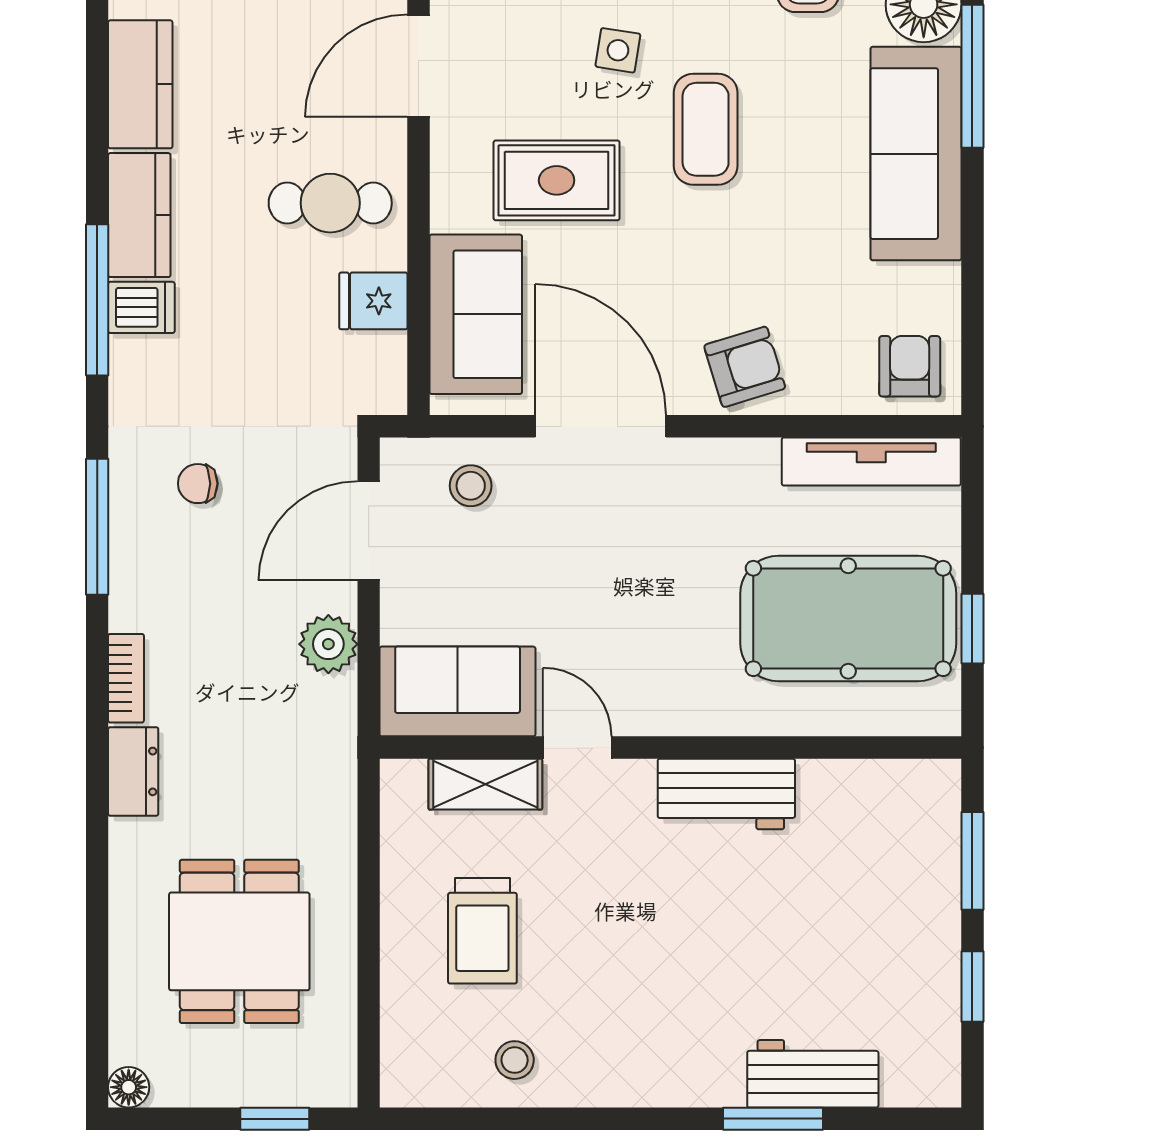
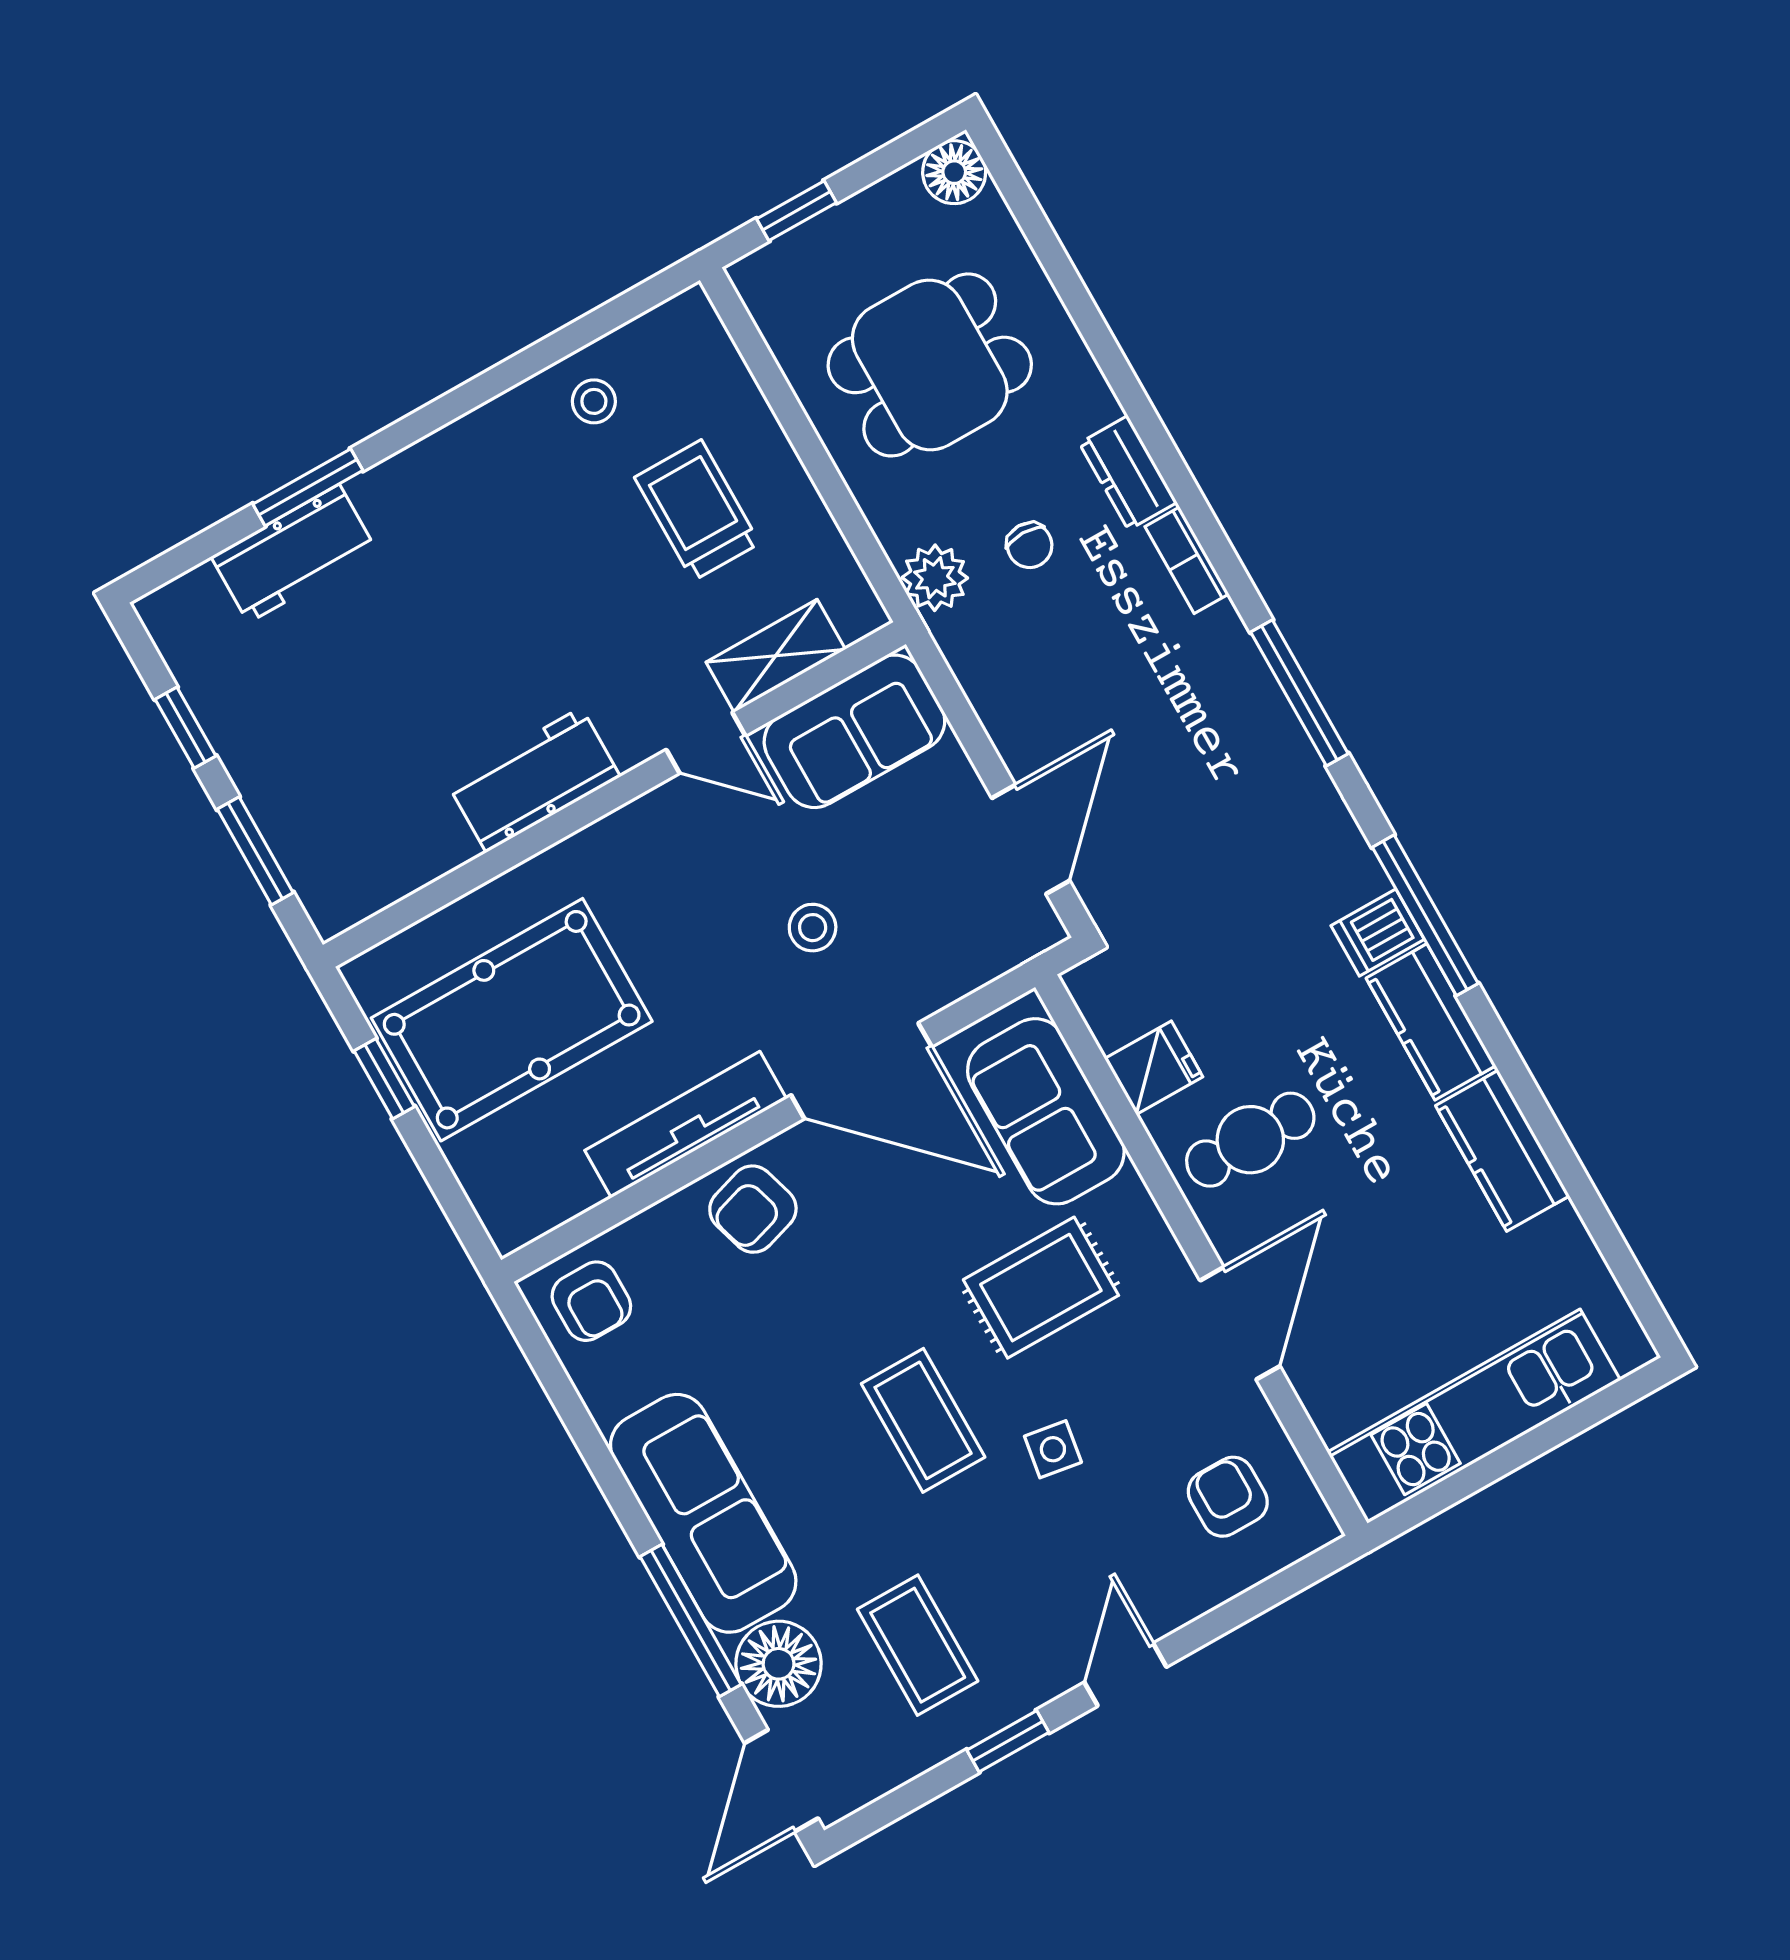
tv unit: (871, 461) -> (686, 1125), moved
chair: (198, 484) -> (1030, 545), moved, turned 90
stool: (471, 486) -> (813, 928), moved
plant: (328, 644) -> (935, 578), moved
dining table: (239, 941) -> (930, 365), turned 90
floor lamp: (129, 1087) -> (954, 172), width x1.37, depth x1.37

